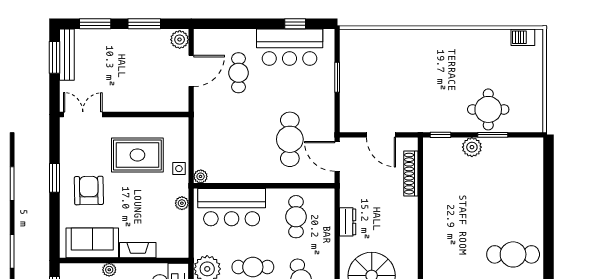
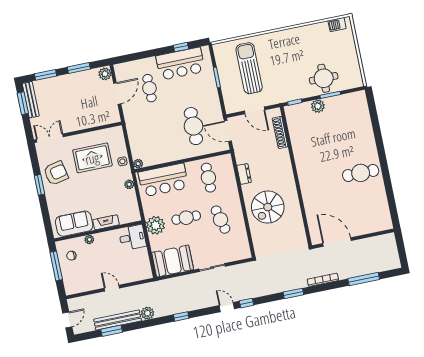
sun lounger: (386, 74) -> (249, 68), added
armchair: (89, 191) -> (56, 173), moved, turned 79

